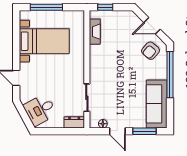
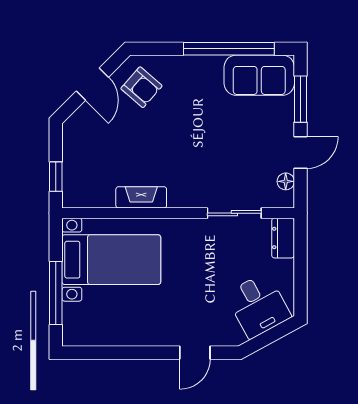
fireplace: (95, 32) -> (141, 197), moved
bed with nightstands: (44, 41) -> (111, 260), moved, turned 90
window: (170, 75) -> (229, 49), moved
sofa: (157, 104) -> (259, 75), width x0.73

